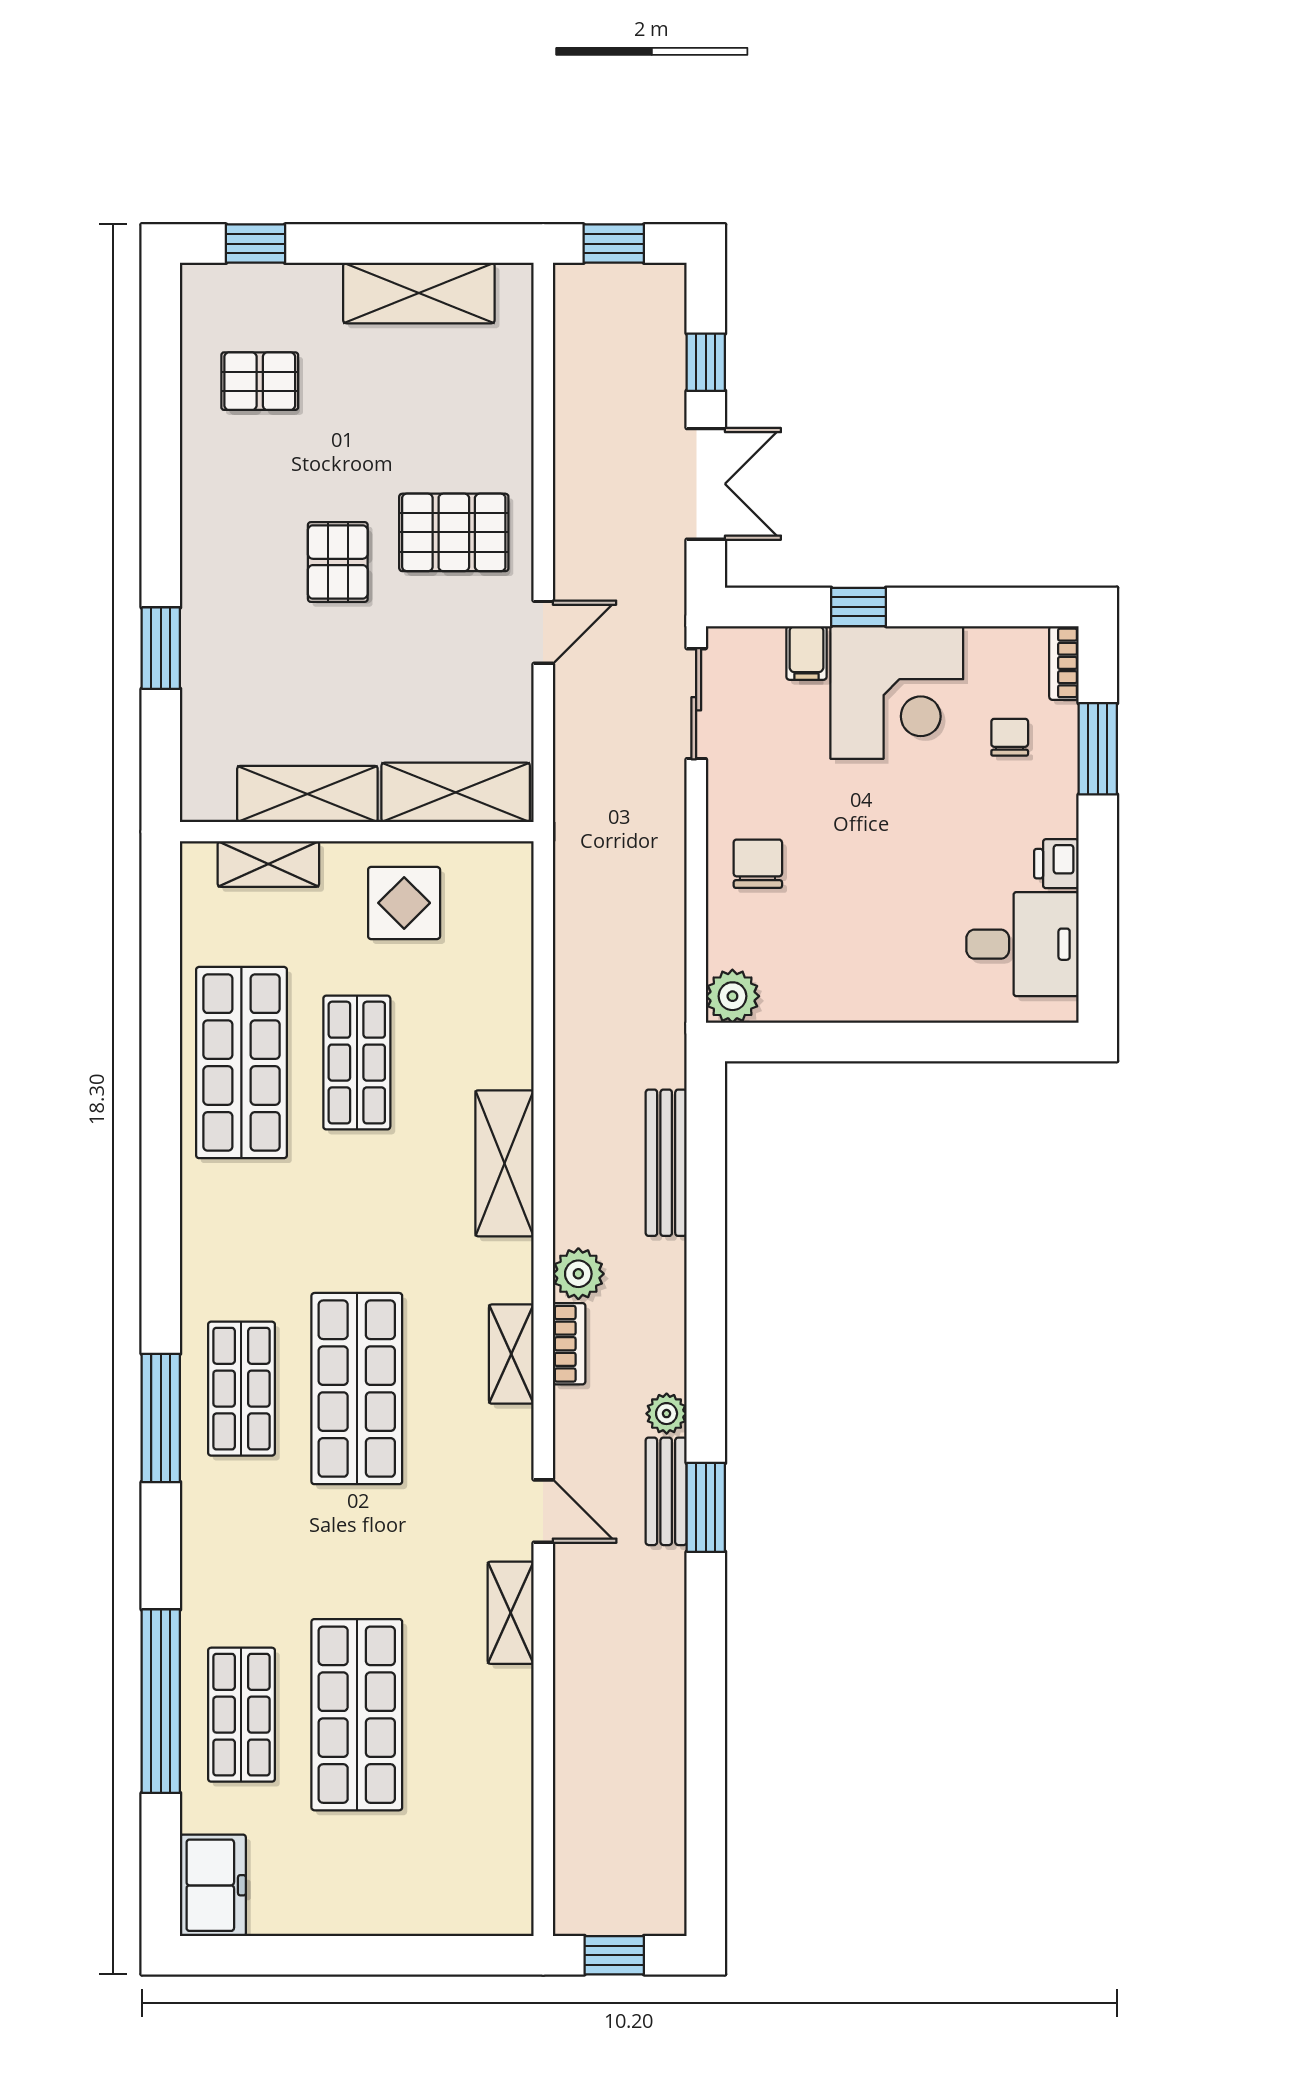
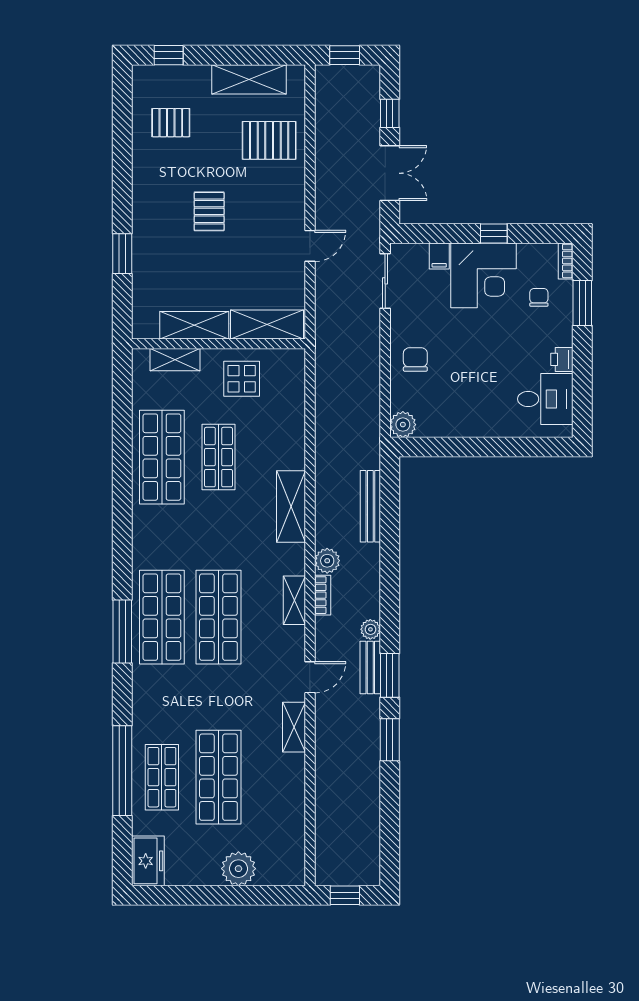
pallet: (454, 532) -> (269, 140), moved
window: (859, 607) -> (494, 233), moved
shop shelf: (241, 1389) -> (162, 617), width x1.43, depth x1.36
door: (543, 1511) -> (310, 677), hinge flipped
window: (706, 1639) -> (390, 740), added
plant: (398, 1901) -> (238, 869), added

